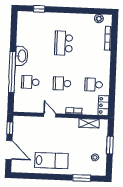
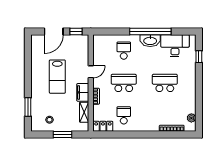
desk: (27, 32) -> (175, 46), added
window: (12, 72) -> (150, 31), moved
school desk: (62, 83) -> (124, 83), width x1.85
filing cabinet: (70, 124) -> (83, 92), added
lab bench: (51, 161) -> (57, 77), moved

